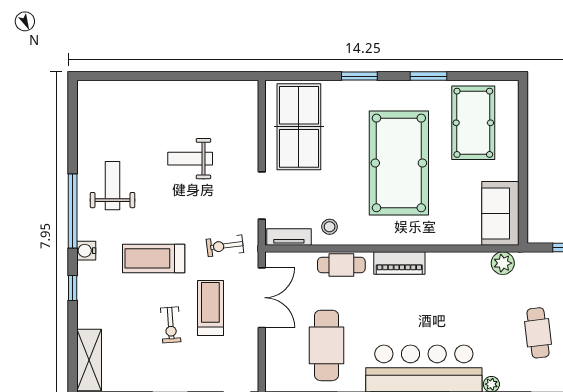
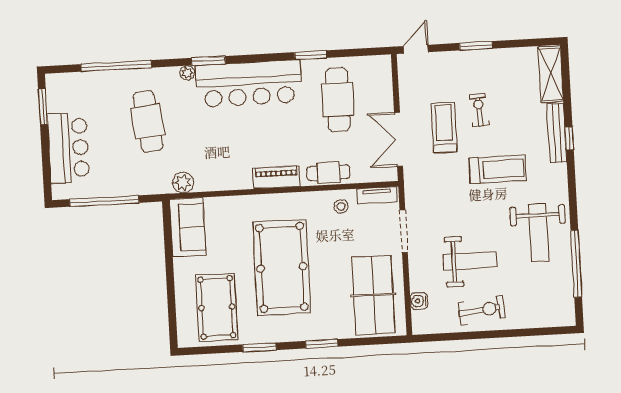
weight bench: (190, 159) -> (470, 261), width x1.36, depth x1.33
weight bench: (113, 186) -> (538, 233), width x1.36, depth x1.33
window: (73, 211) -> (576, 264), moved
exercise bike: (225, 246) -> (482, 310), moved, width x1.38, depth x1.39
water cooler: (86, 251) -> (419, 301), moved, turned 180
bench: (86, 295) -> (557, 133), added
treadmill: (210, 308) -> (444, 127), turned 180
cafe table: (538, 333) -> (148, 121), width x1.37, depth x1.35

